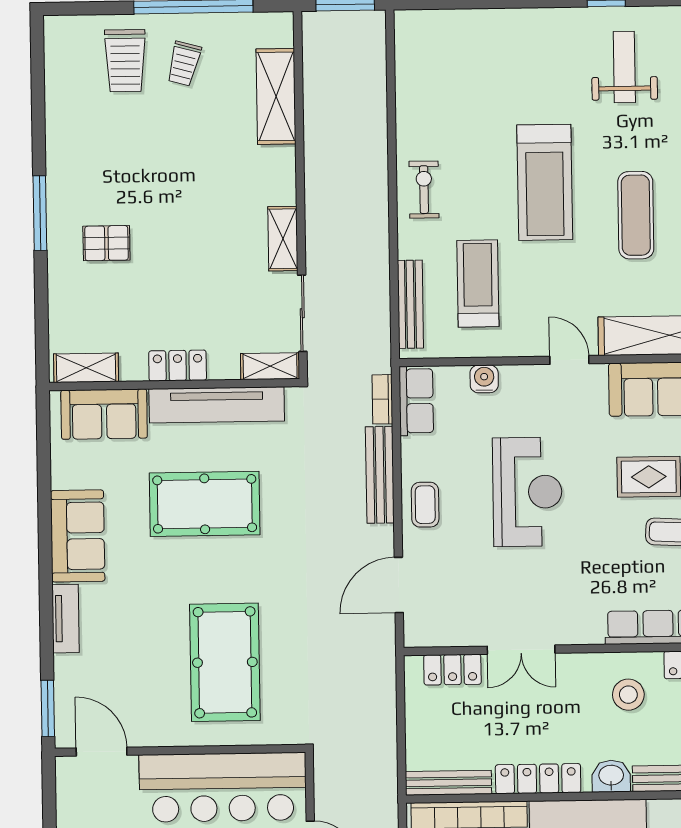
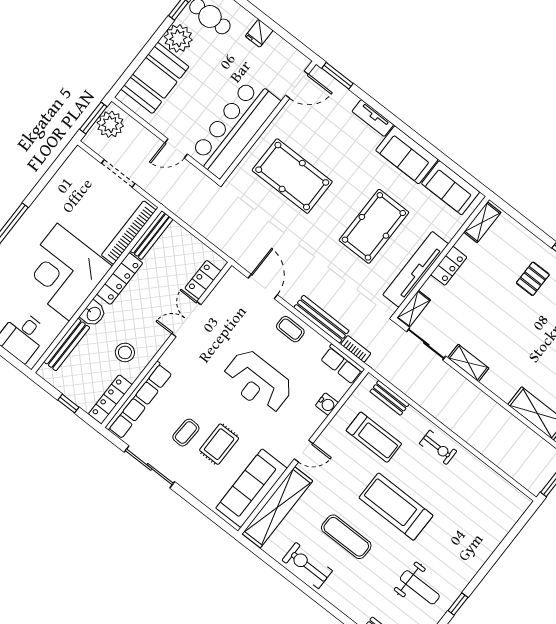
bench: (410, 304) -> (390, 398), width x0.73
sofa: (104, 414) -> (451, 188), moved, turned -90

